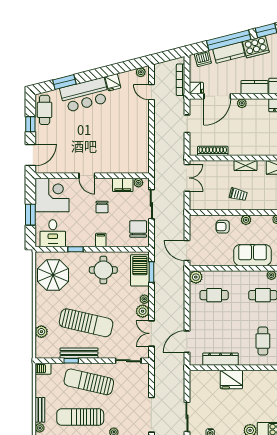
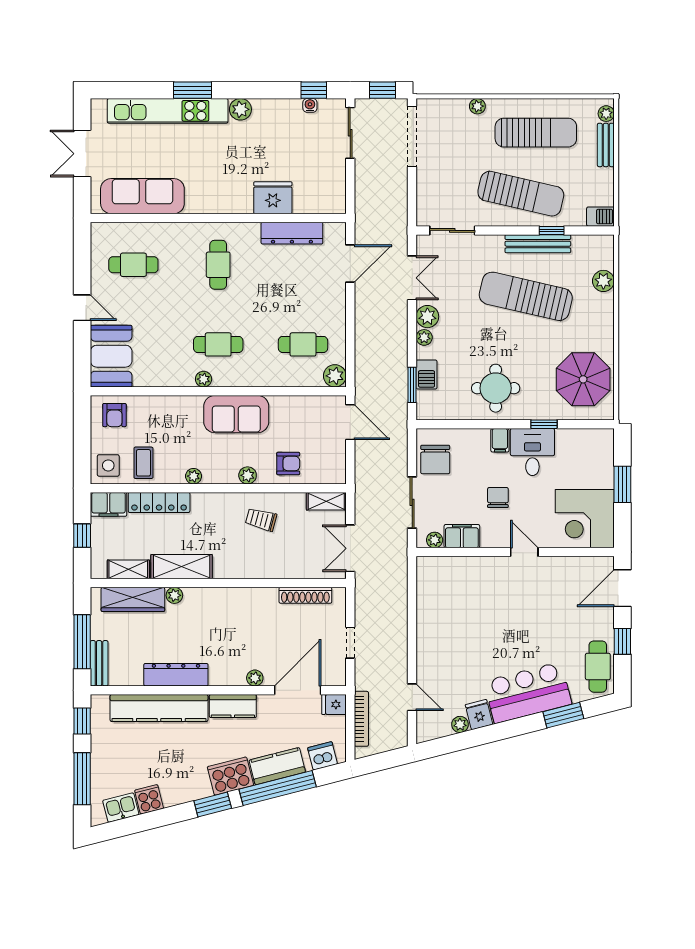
plant: (141, 72) -> (460, 724), moved
shelving: (245, 165) -> (326, 501), moved
desk: (53, 233) -> (532, 452), moved
barbecue: (140, 270) -> (427, 375), width x0.53, depth x0.65

